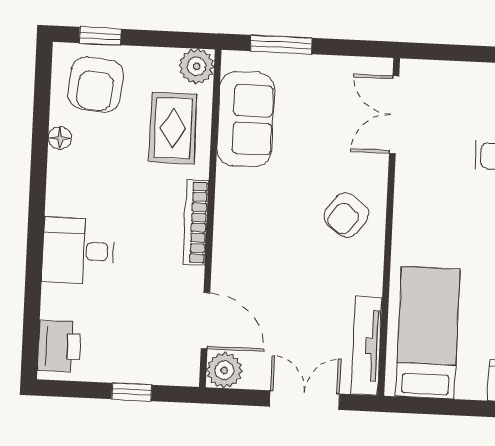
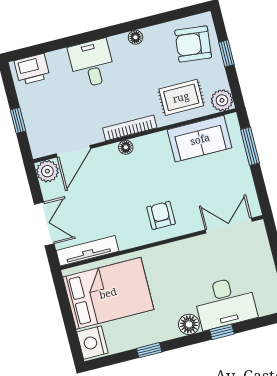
window: (100, 36) -> (226, 53), moved
floor lamp: (60, 138) -> (135, 37), moved
armchair: (346, 215) -> (161, 215), turned 52
floor lamp: (224, 238) -> (126, 147), added
bed: (428, 333) -> (108, 293), width x1.50

